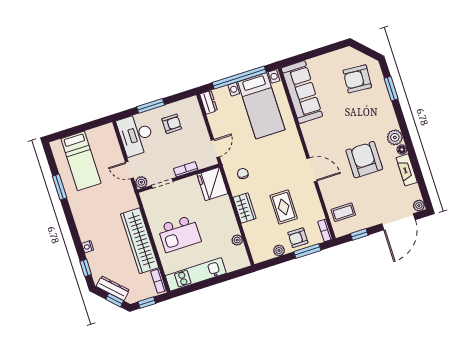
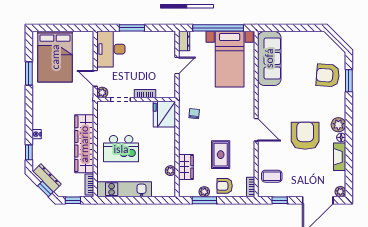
armchair: (357, 79) -> (328, 75), moved
armchair: (172, 124) -> (146, 50), removed
door: (215, 148) -> (177, 65), moved
bed: (81, 161) -> (55, 57), width x1.50
wardrobe: (244, 208) -> (186, 167), moved
window: (307, 251) -> (204, 200), moved

